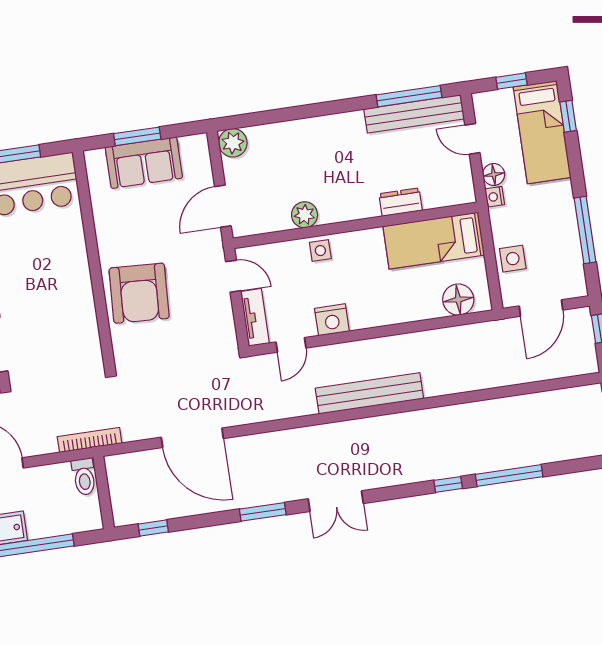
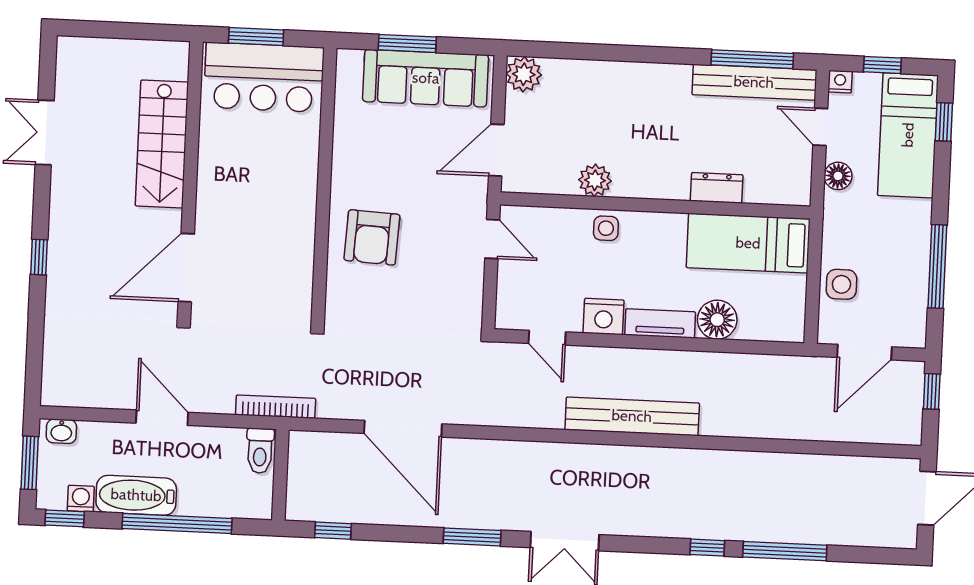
sofa: (144, 163) -> (426, 78), width x1.36
nightstand: (495, 197) -> (840, 82), moved, turned 90
armchair: (139, 293) -> (372, 237), width x0.73, depth x0.73
floor lamp: (458, 300) -> (717, 320), moved
tv unit: (255, 317) -> (660, 323), moved, turned -90
door: (291, 345) -> (547, 338), hinge flipped

